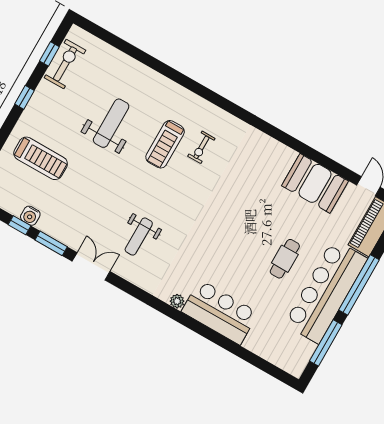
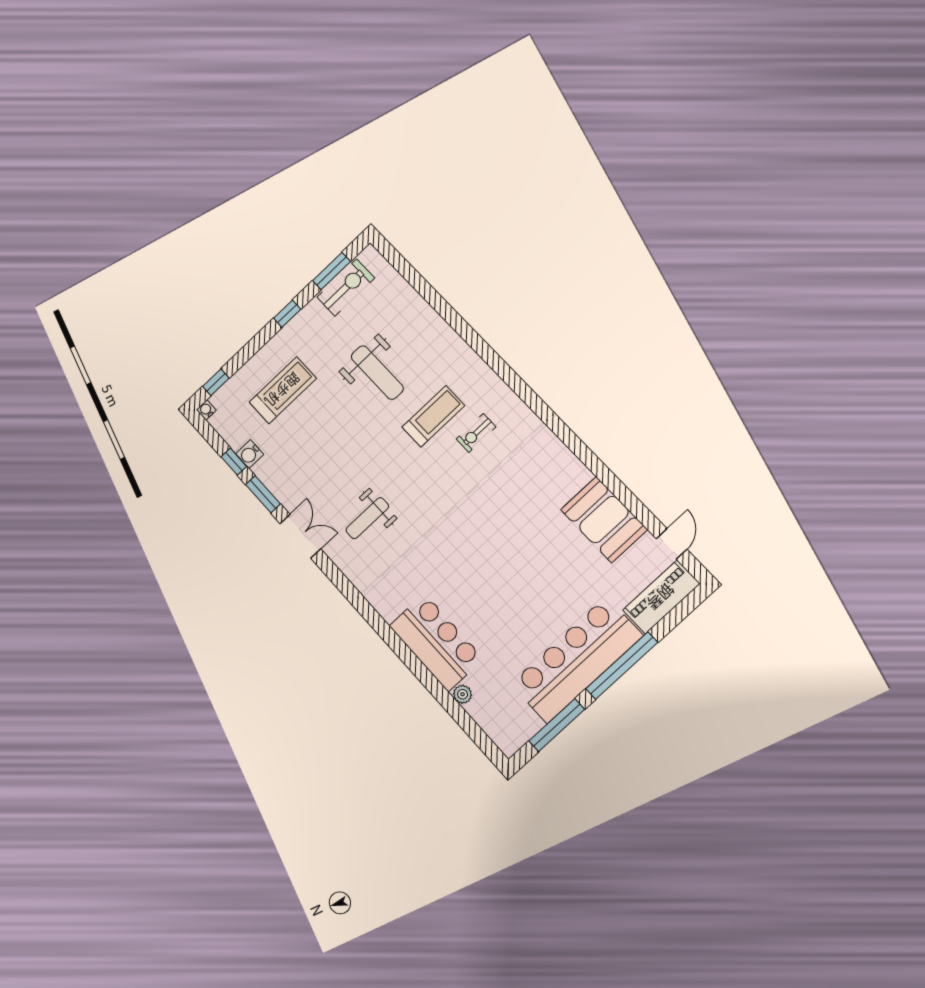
window: (49, 54) -> (332, 271), width x1.50
weight bench: (111, 123) -> (377, 373), turned 90
treadmill: (165, 144) -> (433, 416), turned 180
treadmill: (41, 158) -> (283, 390), turned -90
cafe table: (285, 259) -> (537, 602), removed
plant: (177, 301) -> (463, 694), moved

